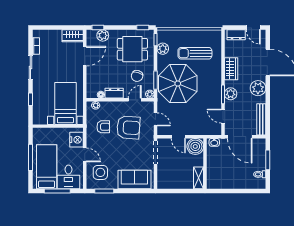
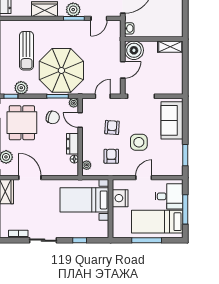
armchair: (128, 127) -> (112, 127), width x0.53, depth x0.53
nightstand: (76, 140) -> (120, 198), moved, turned -90
side table: (100, 172) -> (139, 142), moved

